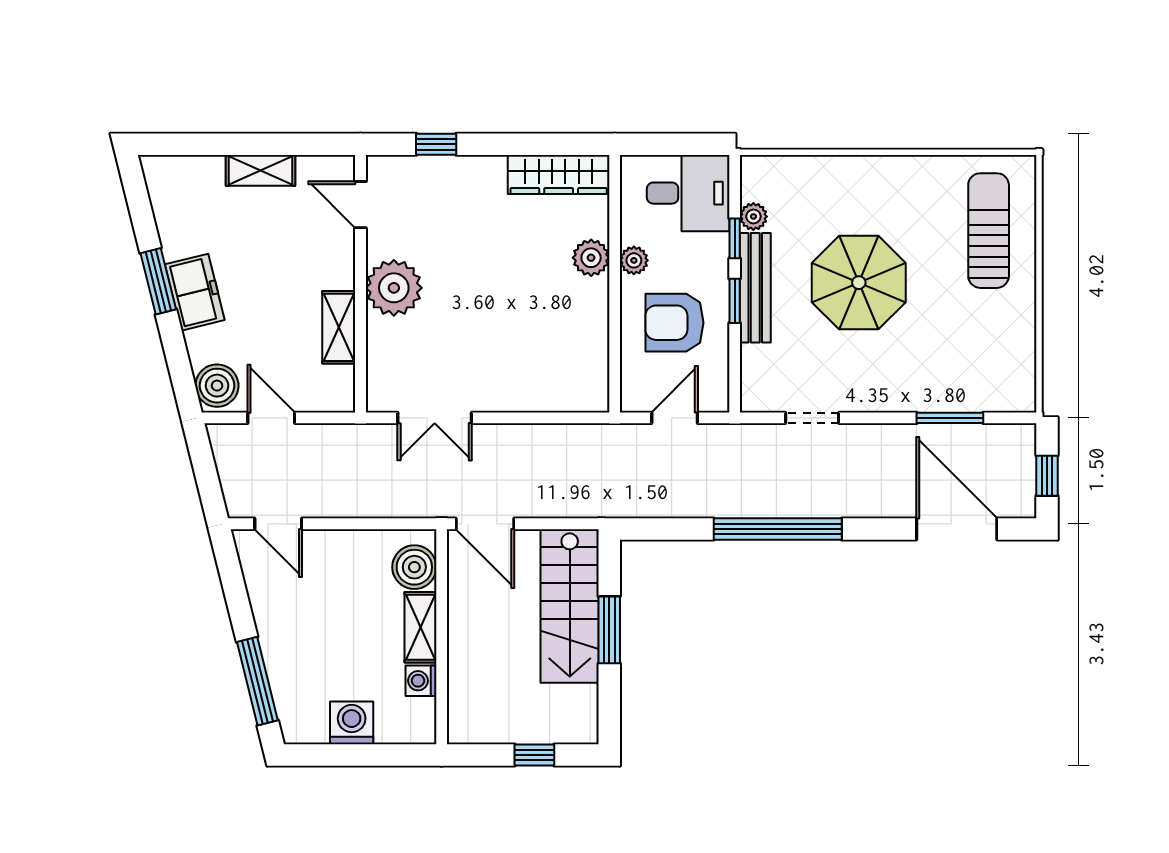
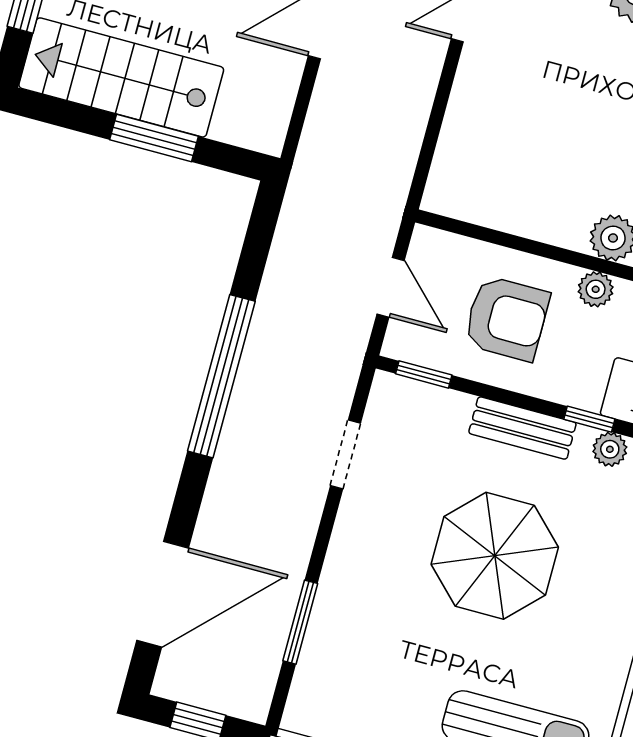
bench: (755, 288) -> (522, 428), width x0.73
window: (735, 301) -> (424, 374), moved
armchair: (675, 323) -> (507, 318), turned 90
stairs: (570, 606) -> (121, 77), moved

